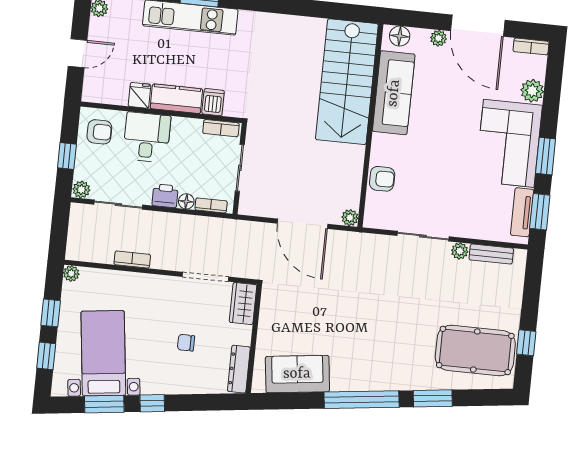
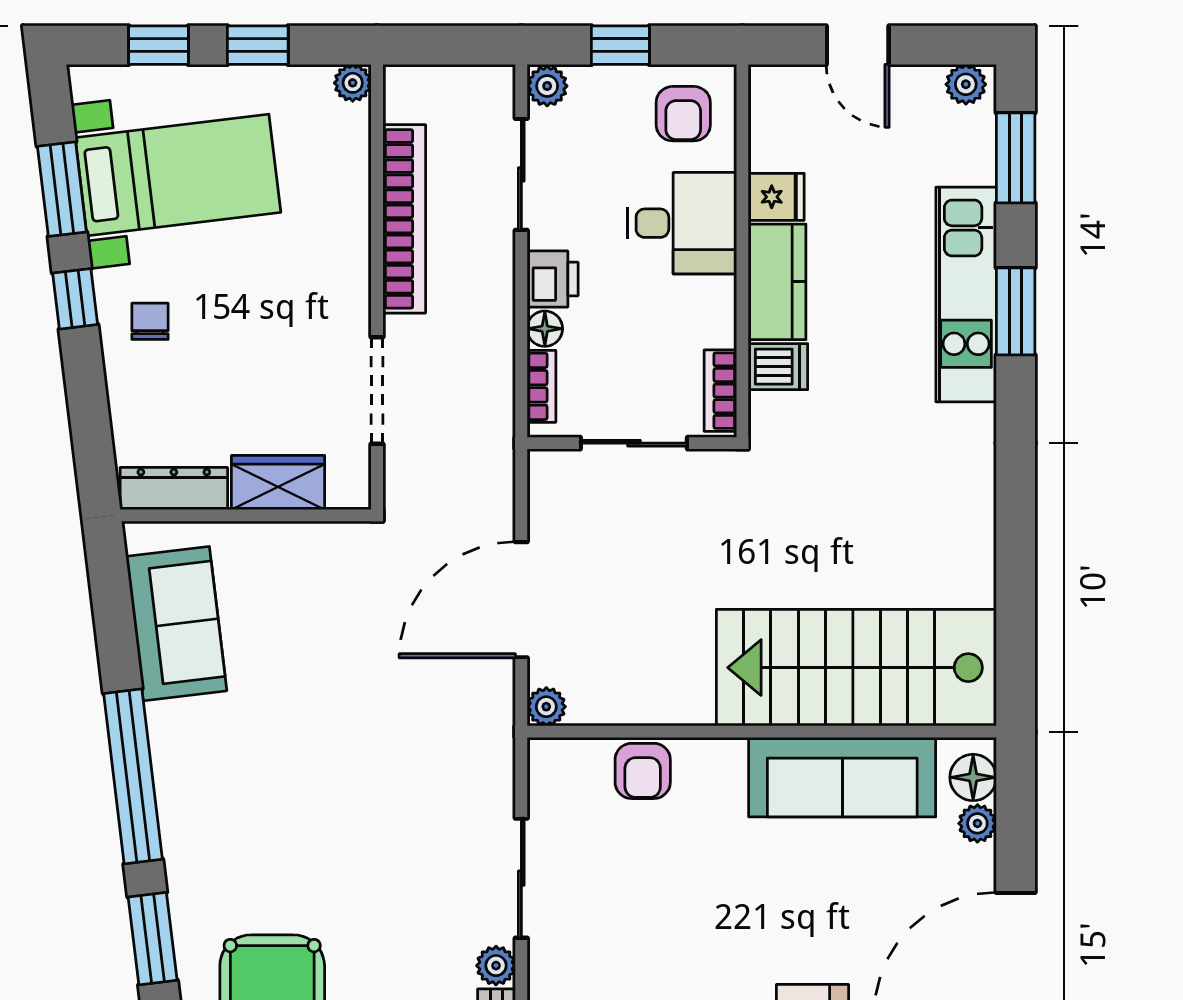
plant: (438, 38) -> (977, 823), moved
bookcase: (132, 260) -> (404, 219), width x2.31, depth x1.31
wardrobe: (243, 304) -> (278, 483), moved
chair: (186, 343) -> (150, 321), moved

